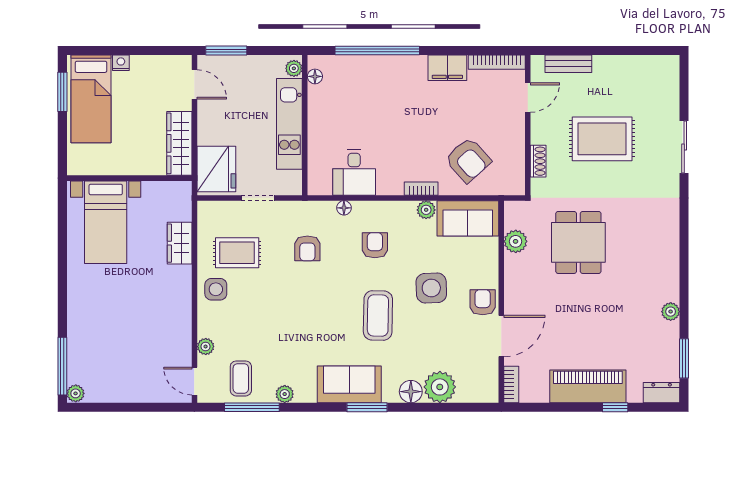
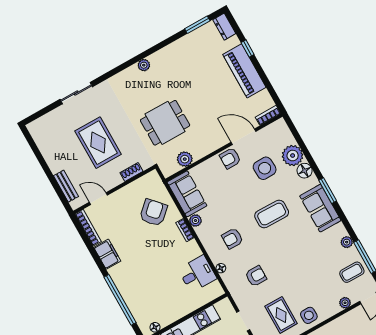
side table: (431, 288) -> (265, 168), moved
plant: (671, 312) -> (144, 65), moved

